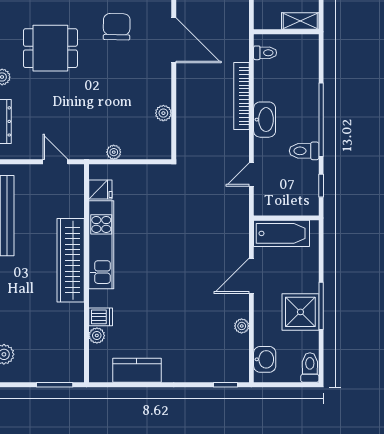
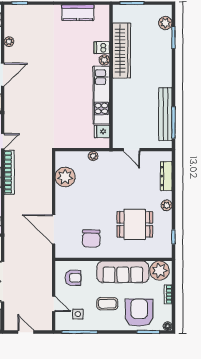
bookcase: (241, 96) -> (9, 172), moved
plant: (163, 113) -> (65, 177), width x1.88, depth x1.88
wardrobe: (71, 260) -> (121, 50), moved
plant: (97, 335) -> (104, 60), moved

